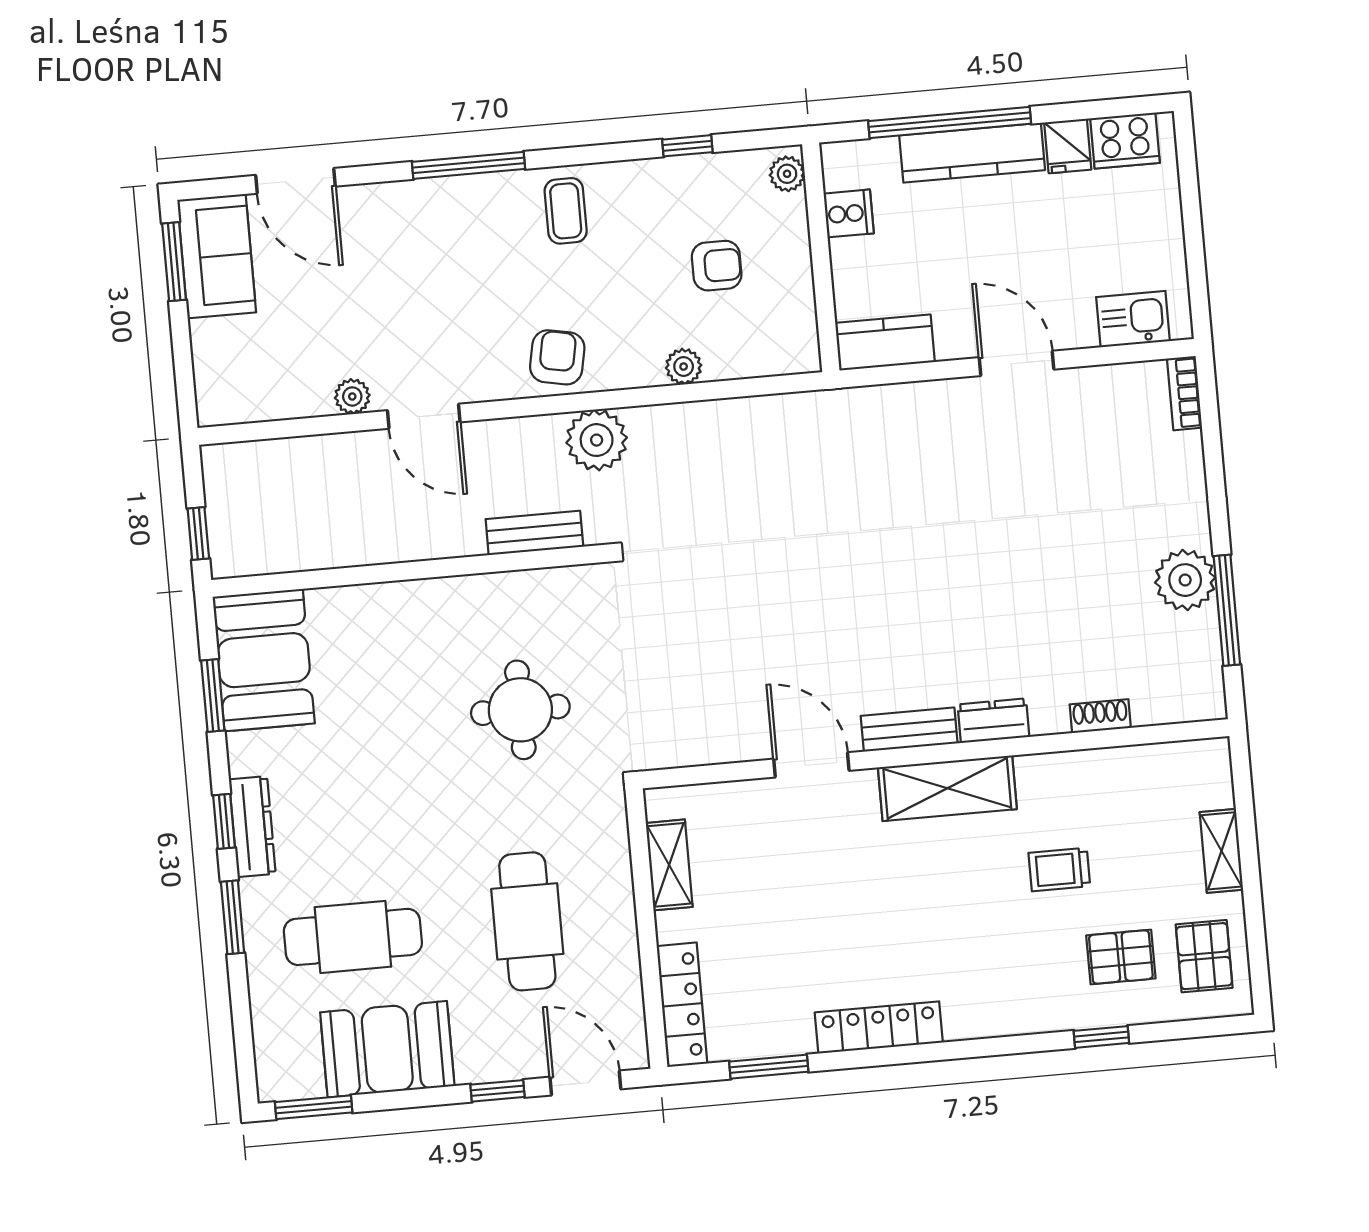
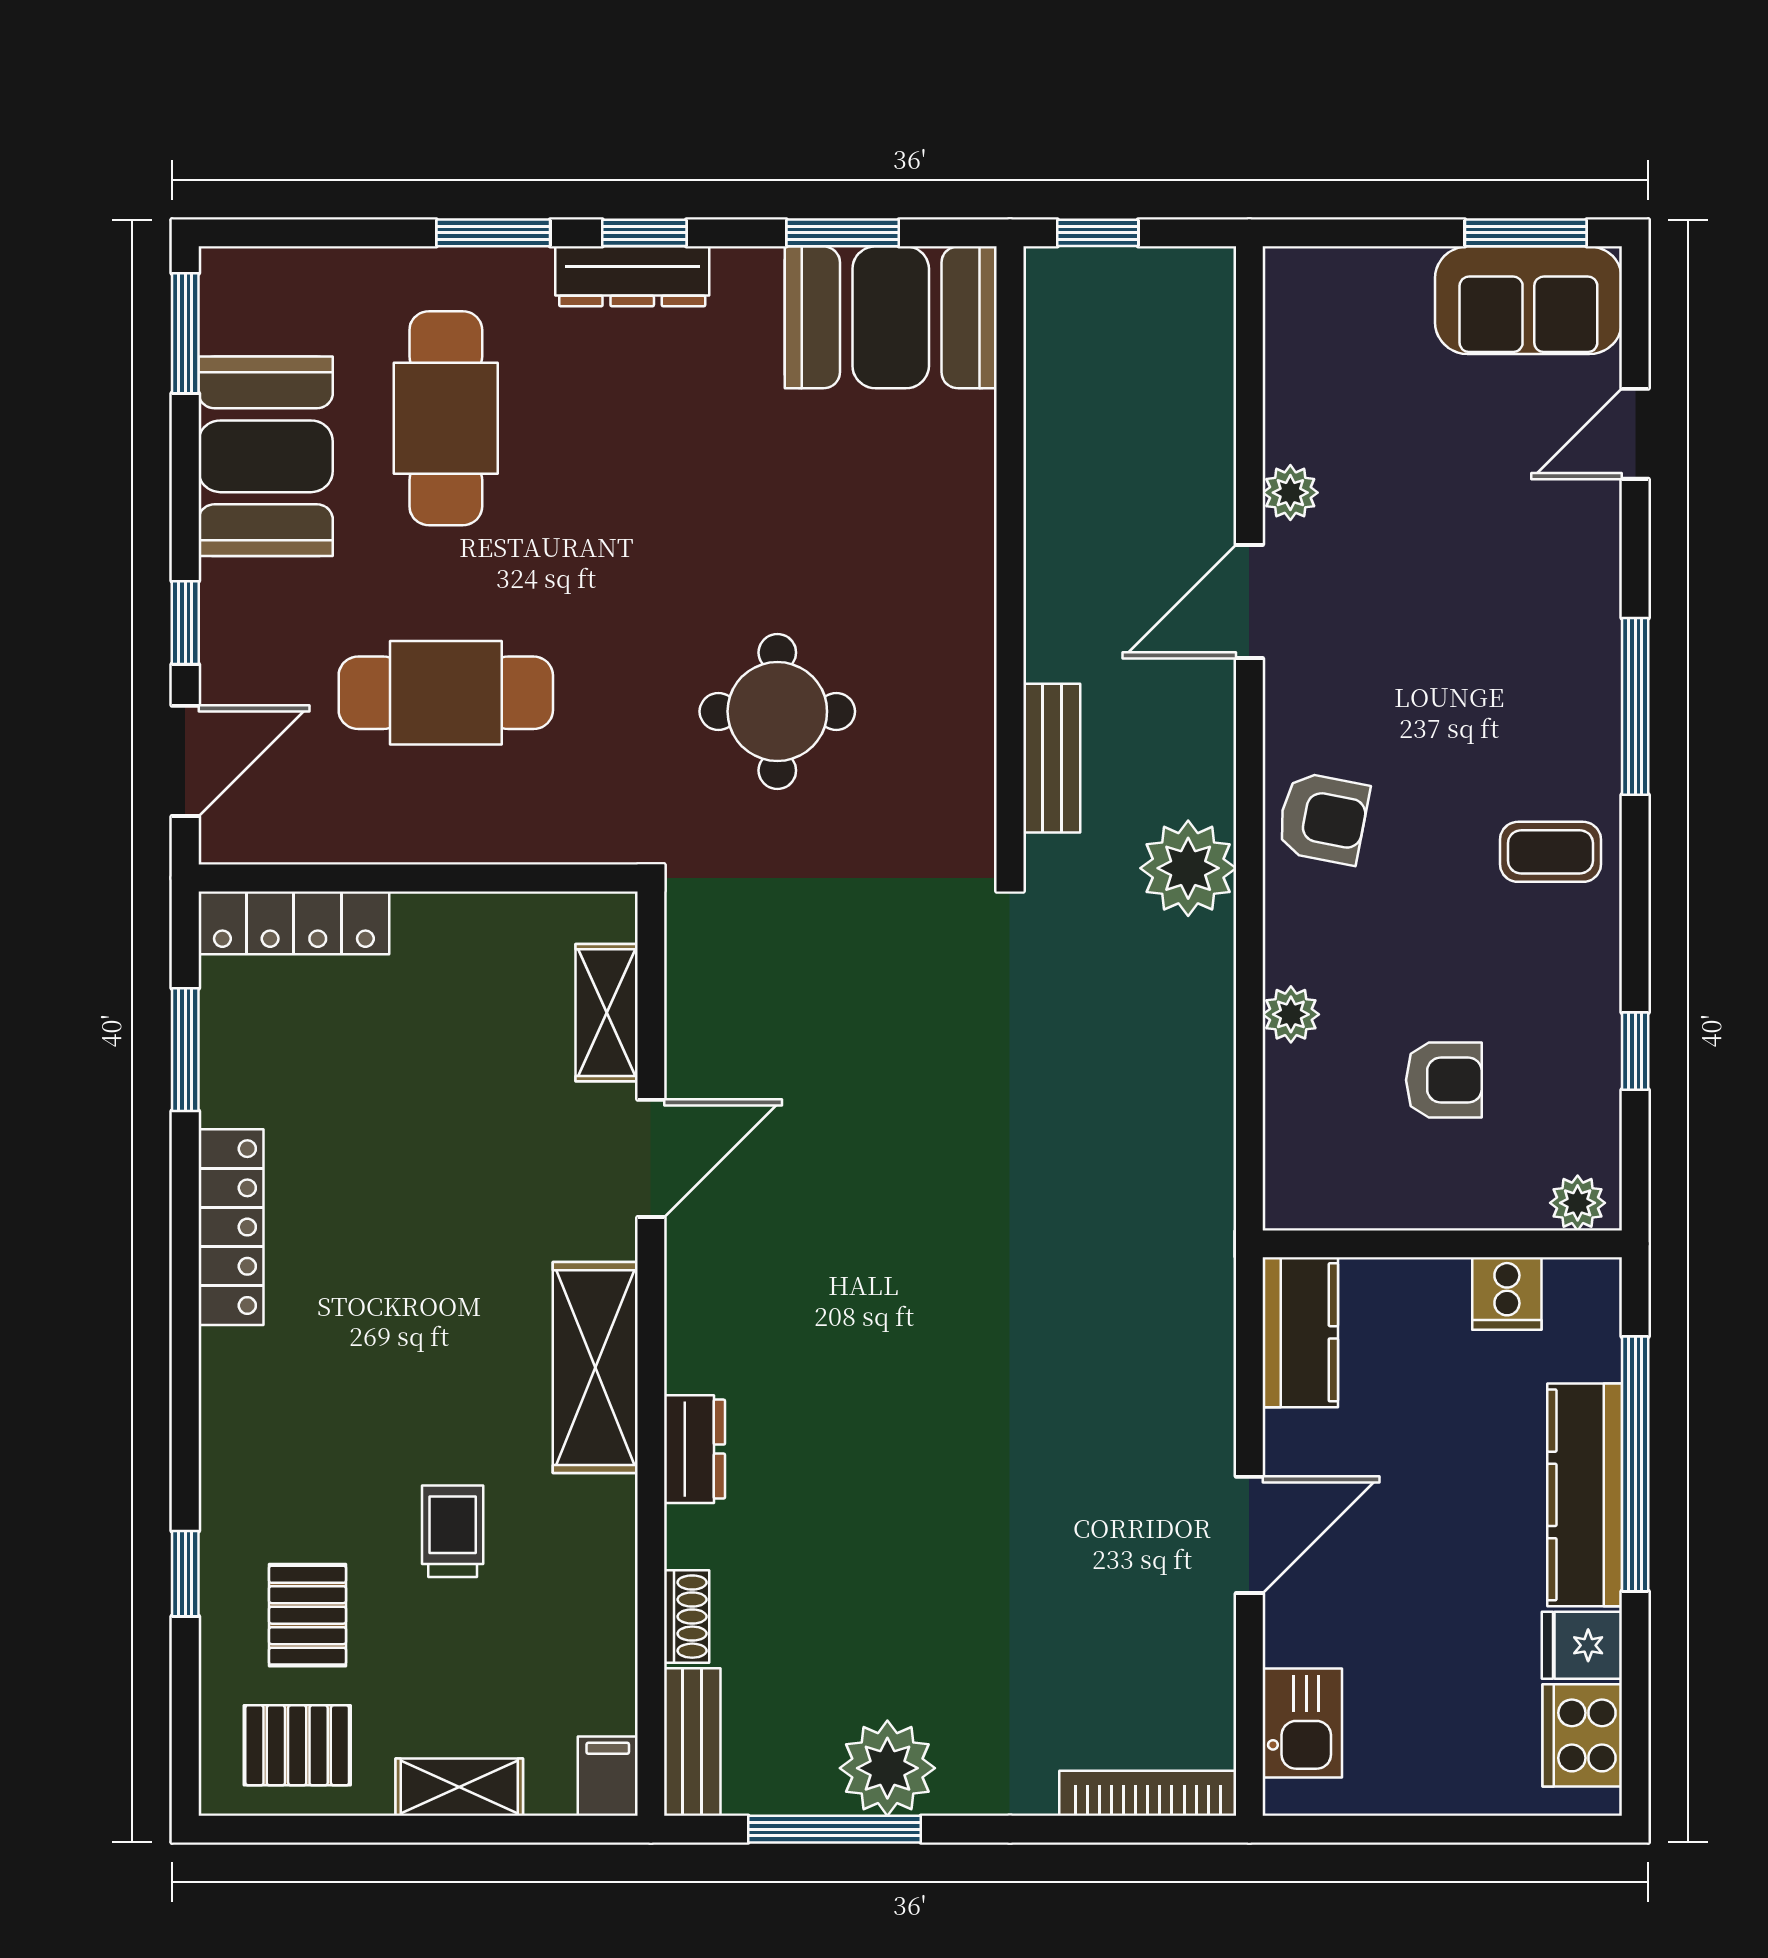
door: (295, 181) -> (1635, 434), width x0.73
armchair: (717, 266) -> (1444, 1080), turned -90
bookcase: (1184, 393) -> (1148, 1793), width x1.56
bench: (909, 730) -> (692, 1742), moved
filing cabinet: (1206, 757) -> (608, 1776), added
shelving: (669, 865) -> (607, 1013), moved, turned 90

